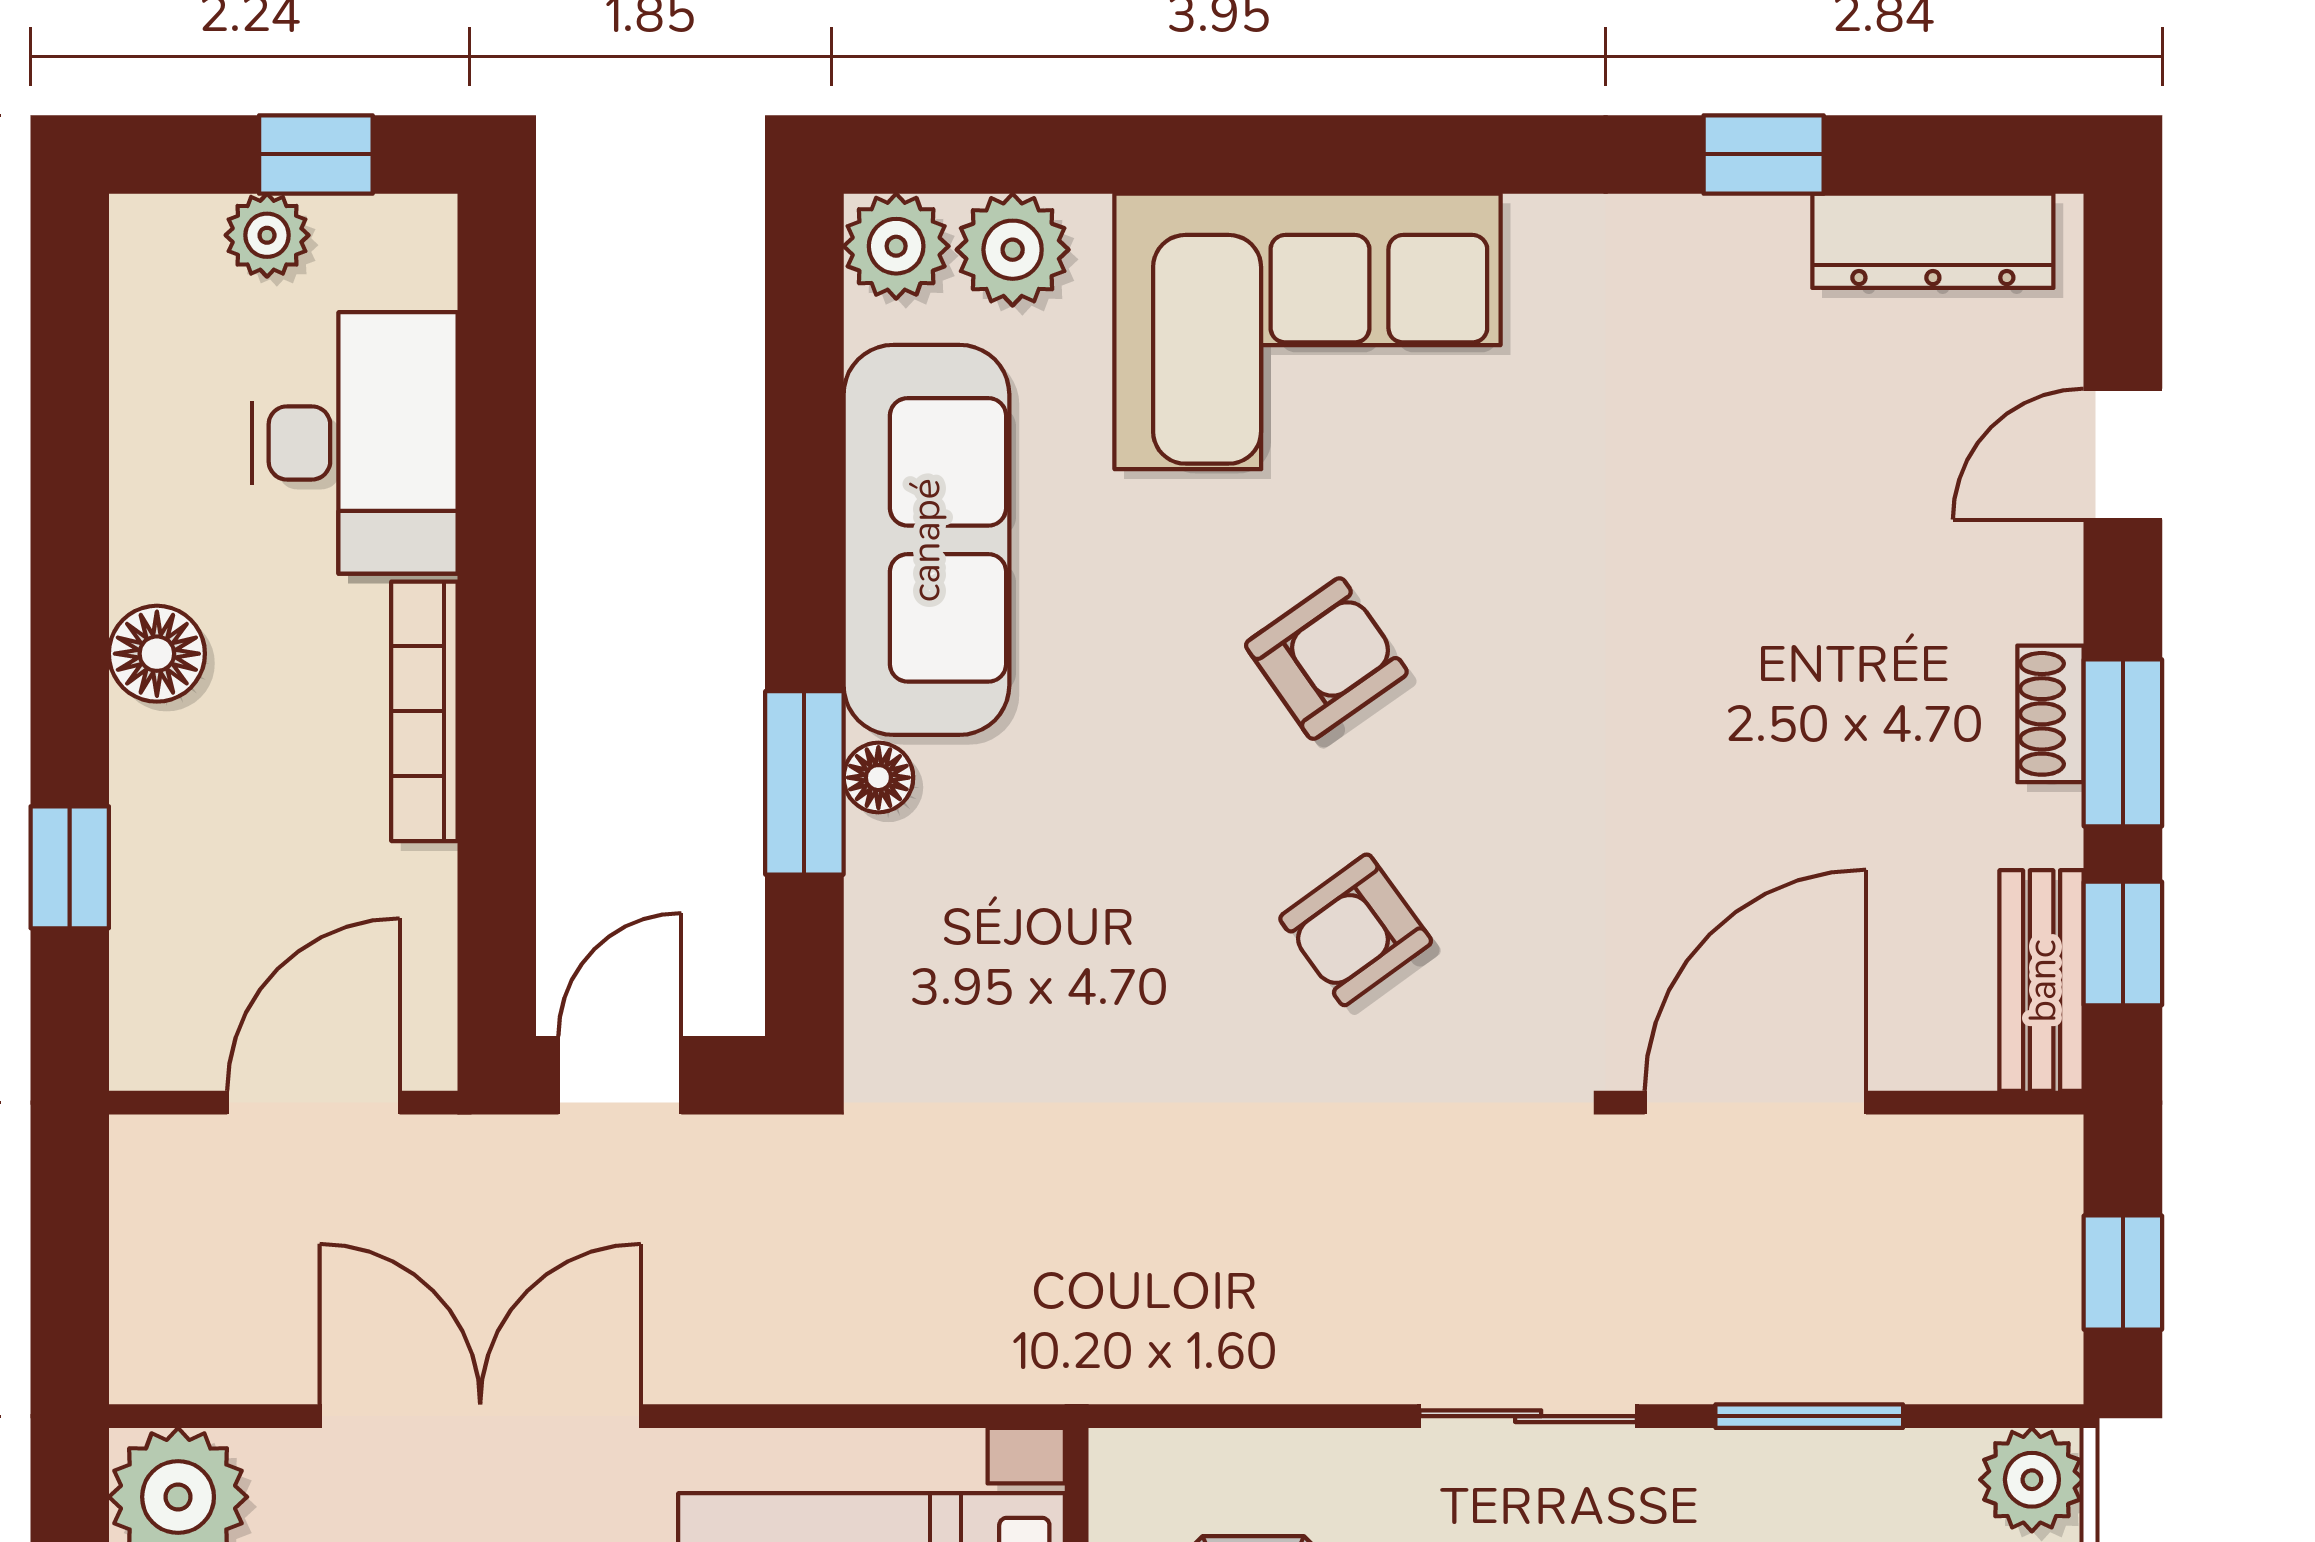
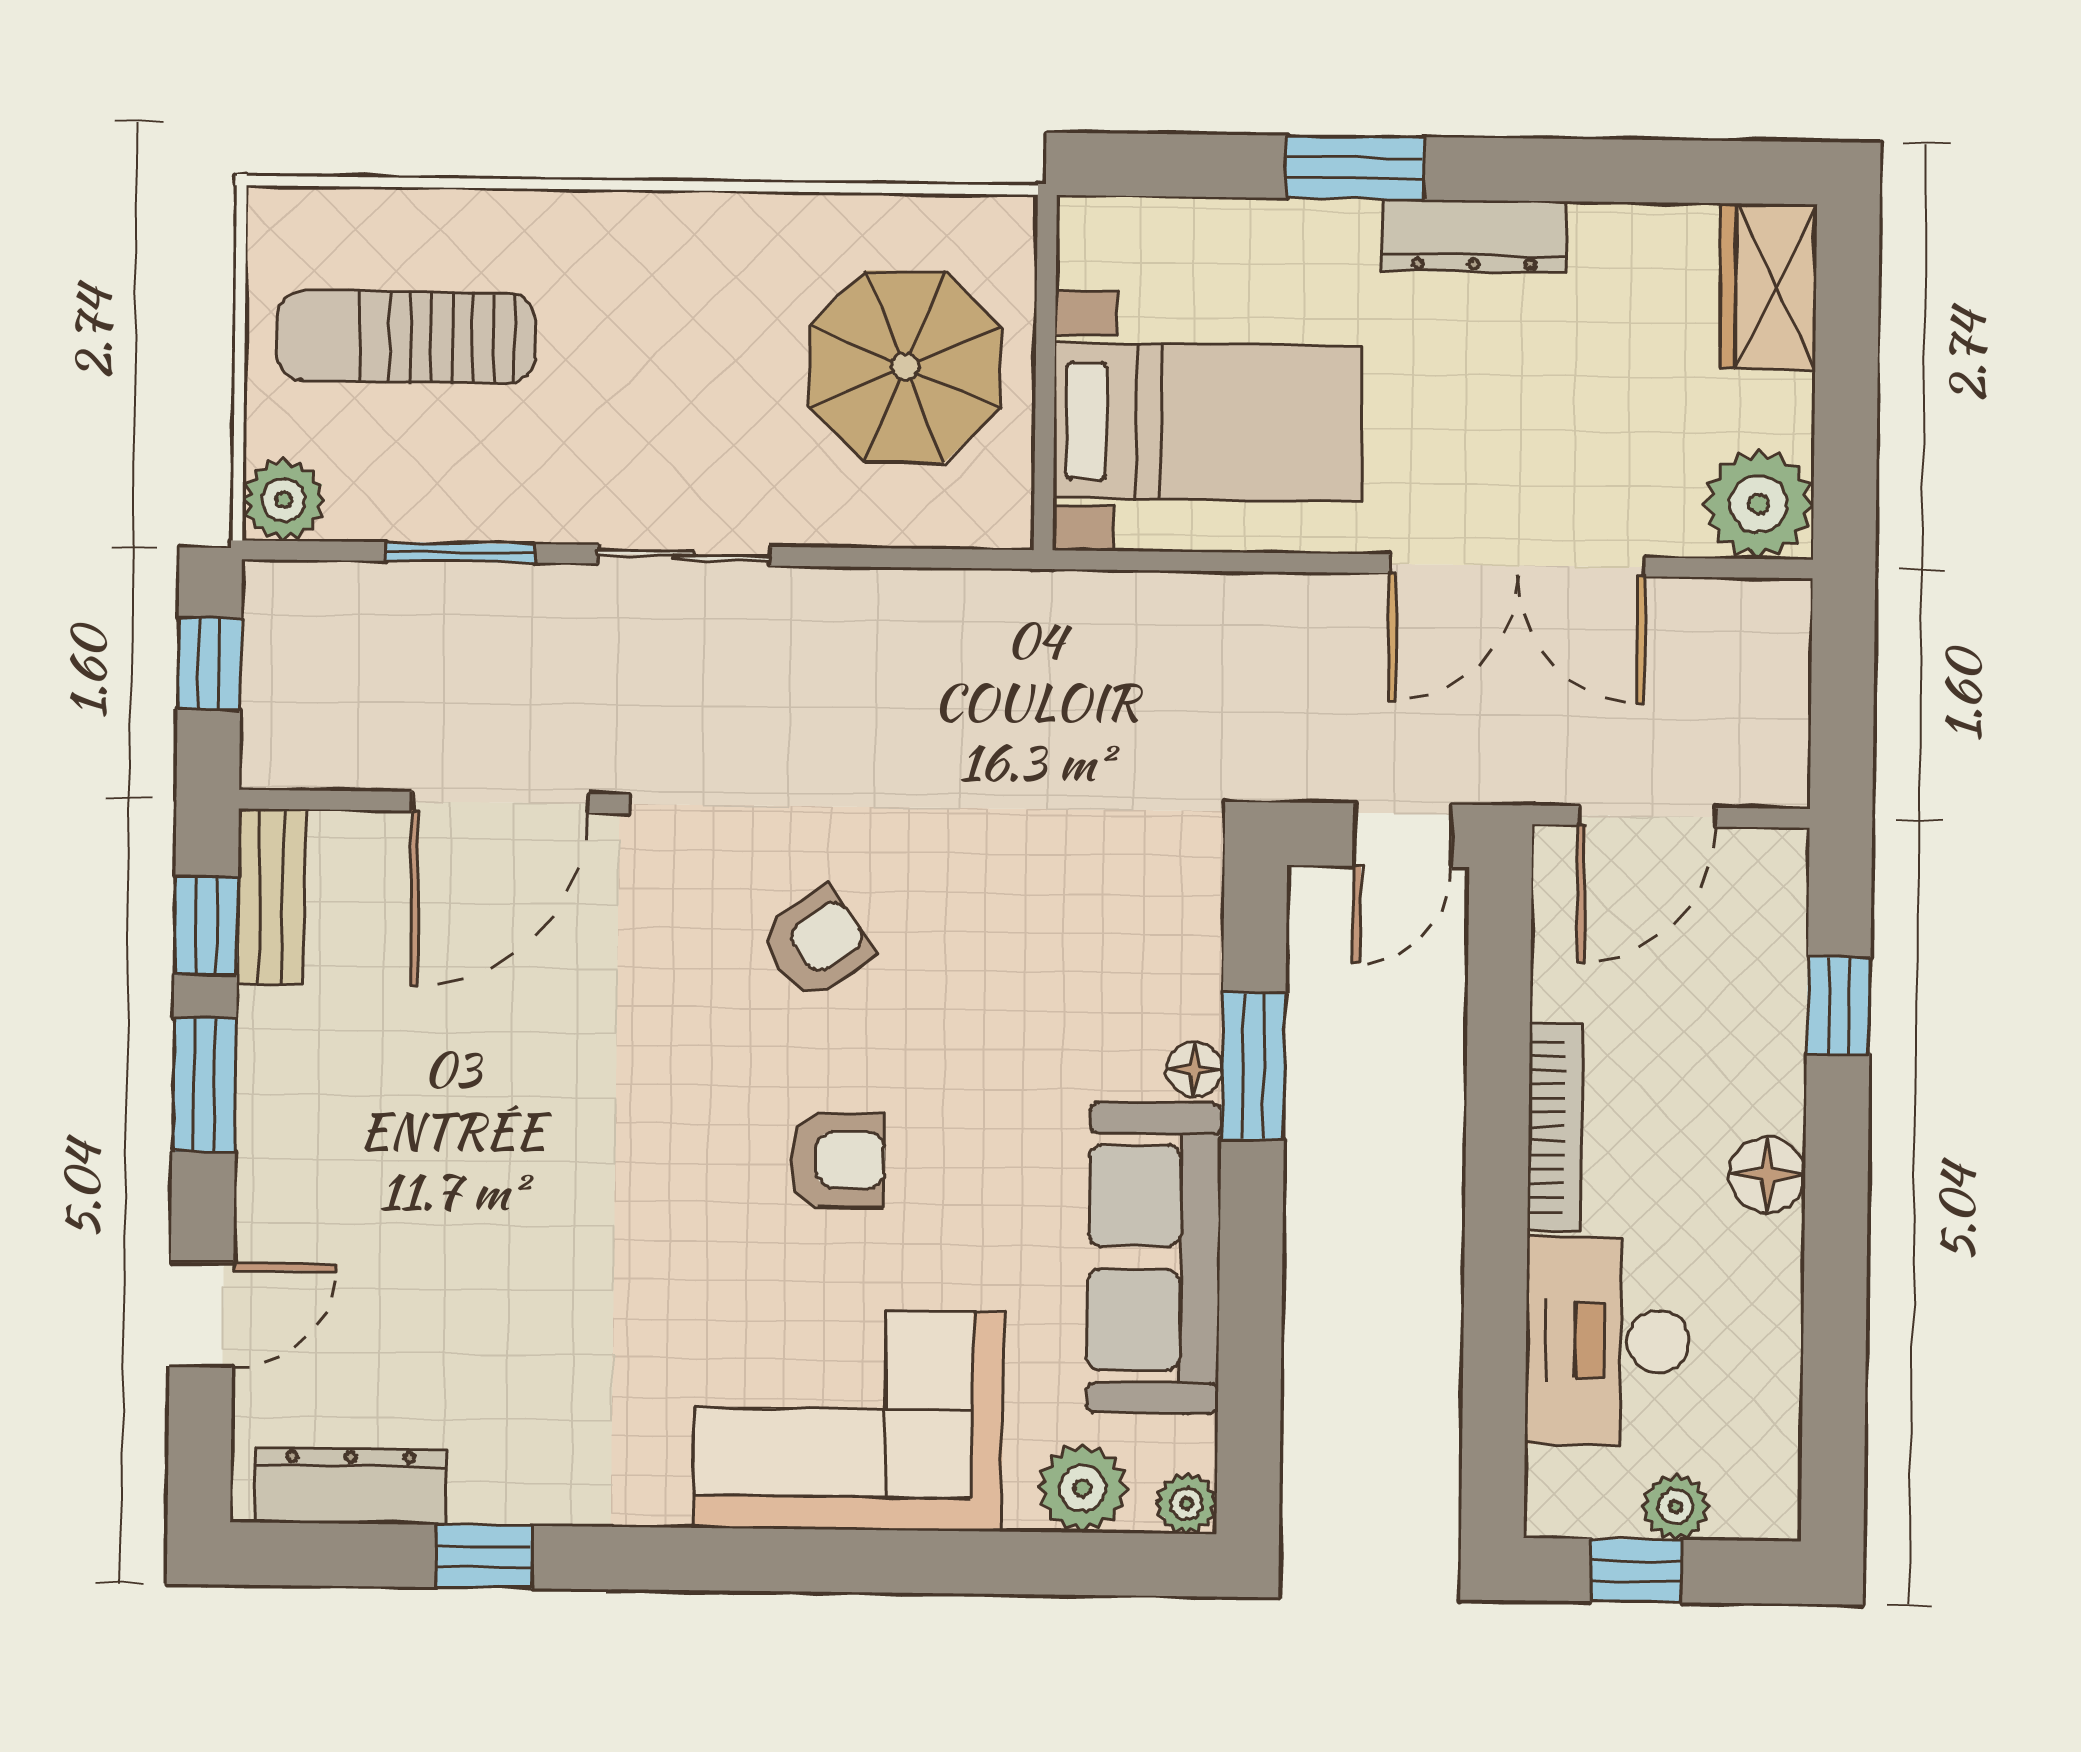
plant: (896, 246) -> (1187, 1504), width x0.73, depth x0.73
armchair: (1326, 659) -> (837, 1160), turned -145
shoe rack: (2051, 714) -> (262, 1109), removed

